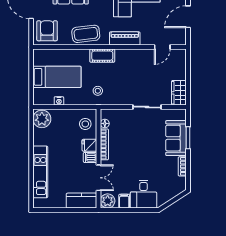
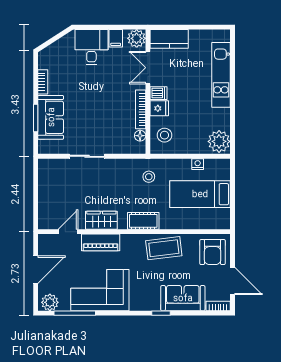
piano: (125, 38) -> (101, 242), moved
wardrobe: (179, 93) -> (101, 220), moved, turned -90

